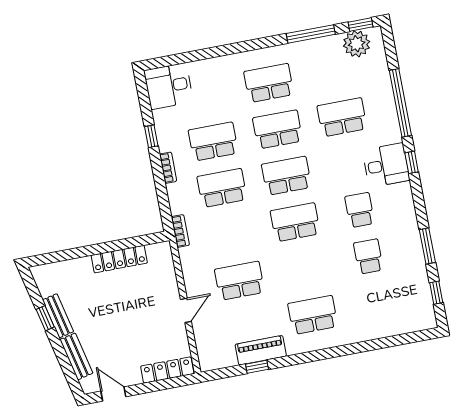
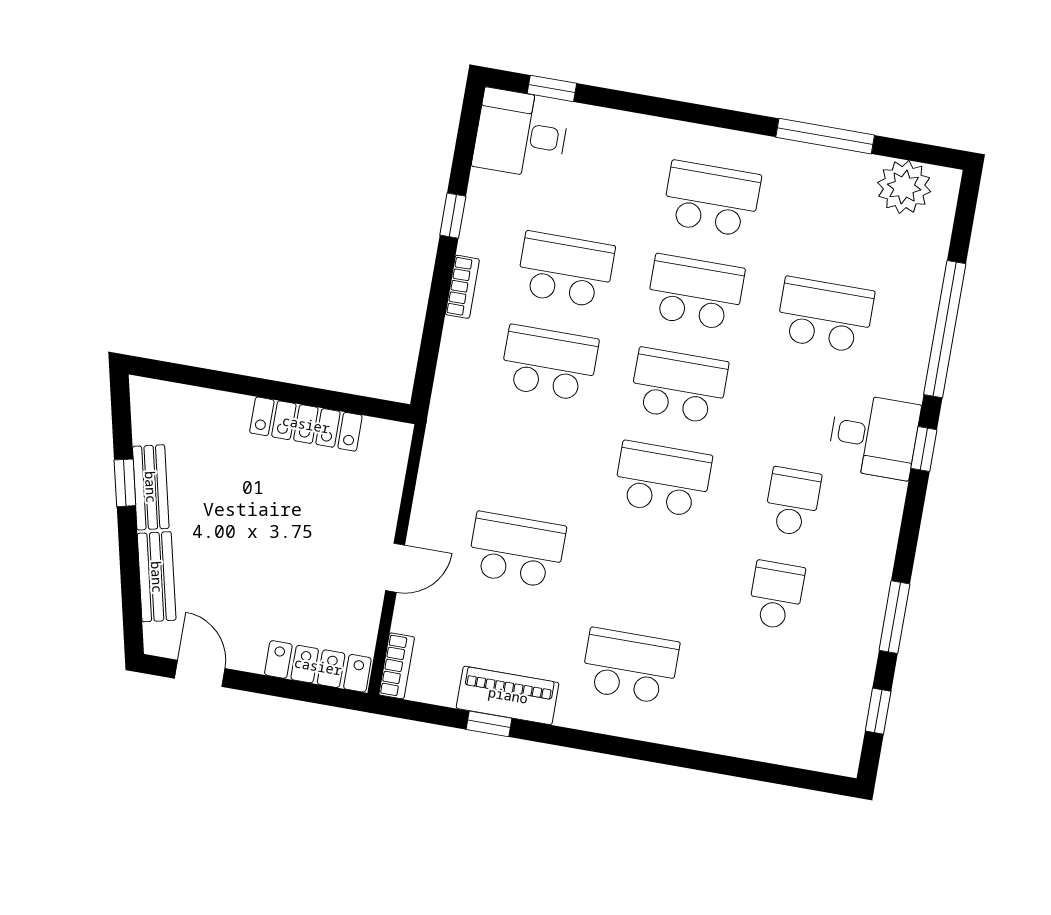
window: (360, 24) -> (552, 88), moved
bookcase: (180, 231) -> (397, 666), moved

